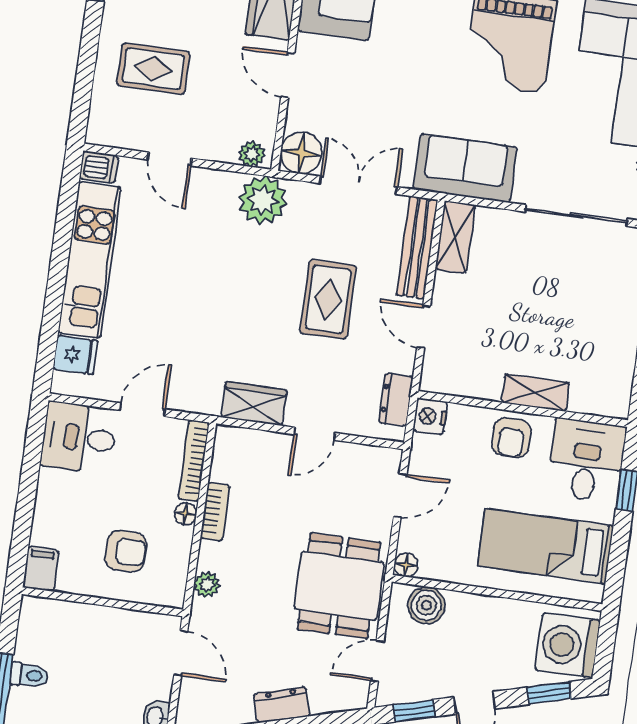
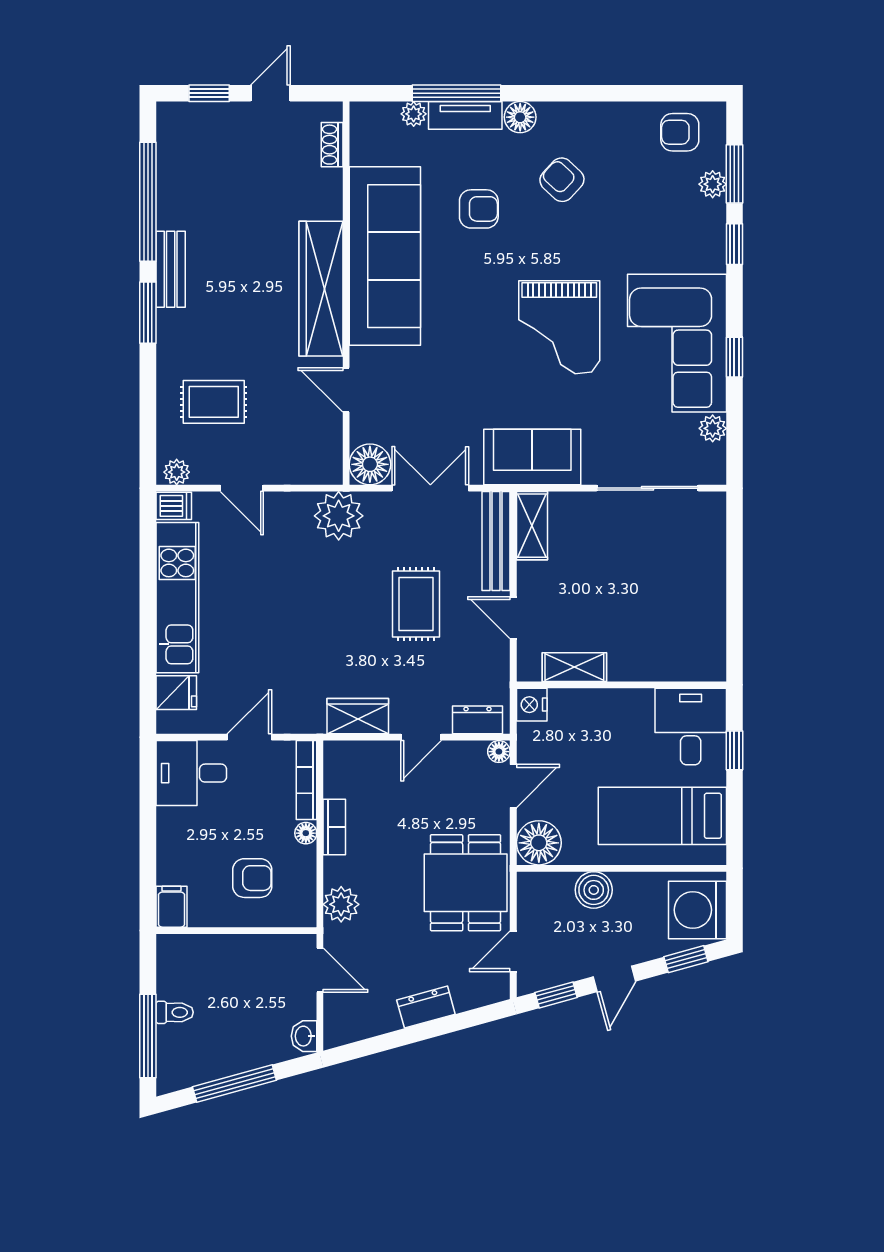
plant: (252, 154) -> (177, 472), moved
shelving: (535, 393) -> (574, 667), moved
dresser: (396, 400) -> (478, 720), moved, turned 90
armchair: (511, 438) -> (614, 714), removed
floor lamp: (391, 459) -> (499, 752), added
floor lamp: (406, 565) -> (539, 843), width x1.89, depth x1.89
plant: (207, 584) -> (341, 904), width x1.38, depth x1.38
boiler: (426, 605) -> (594, 890), moved

